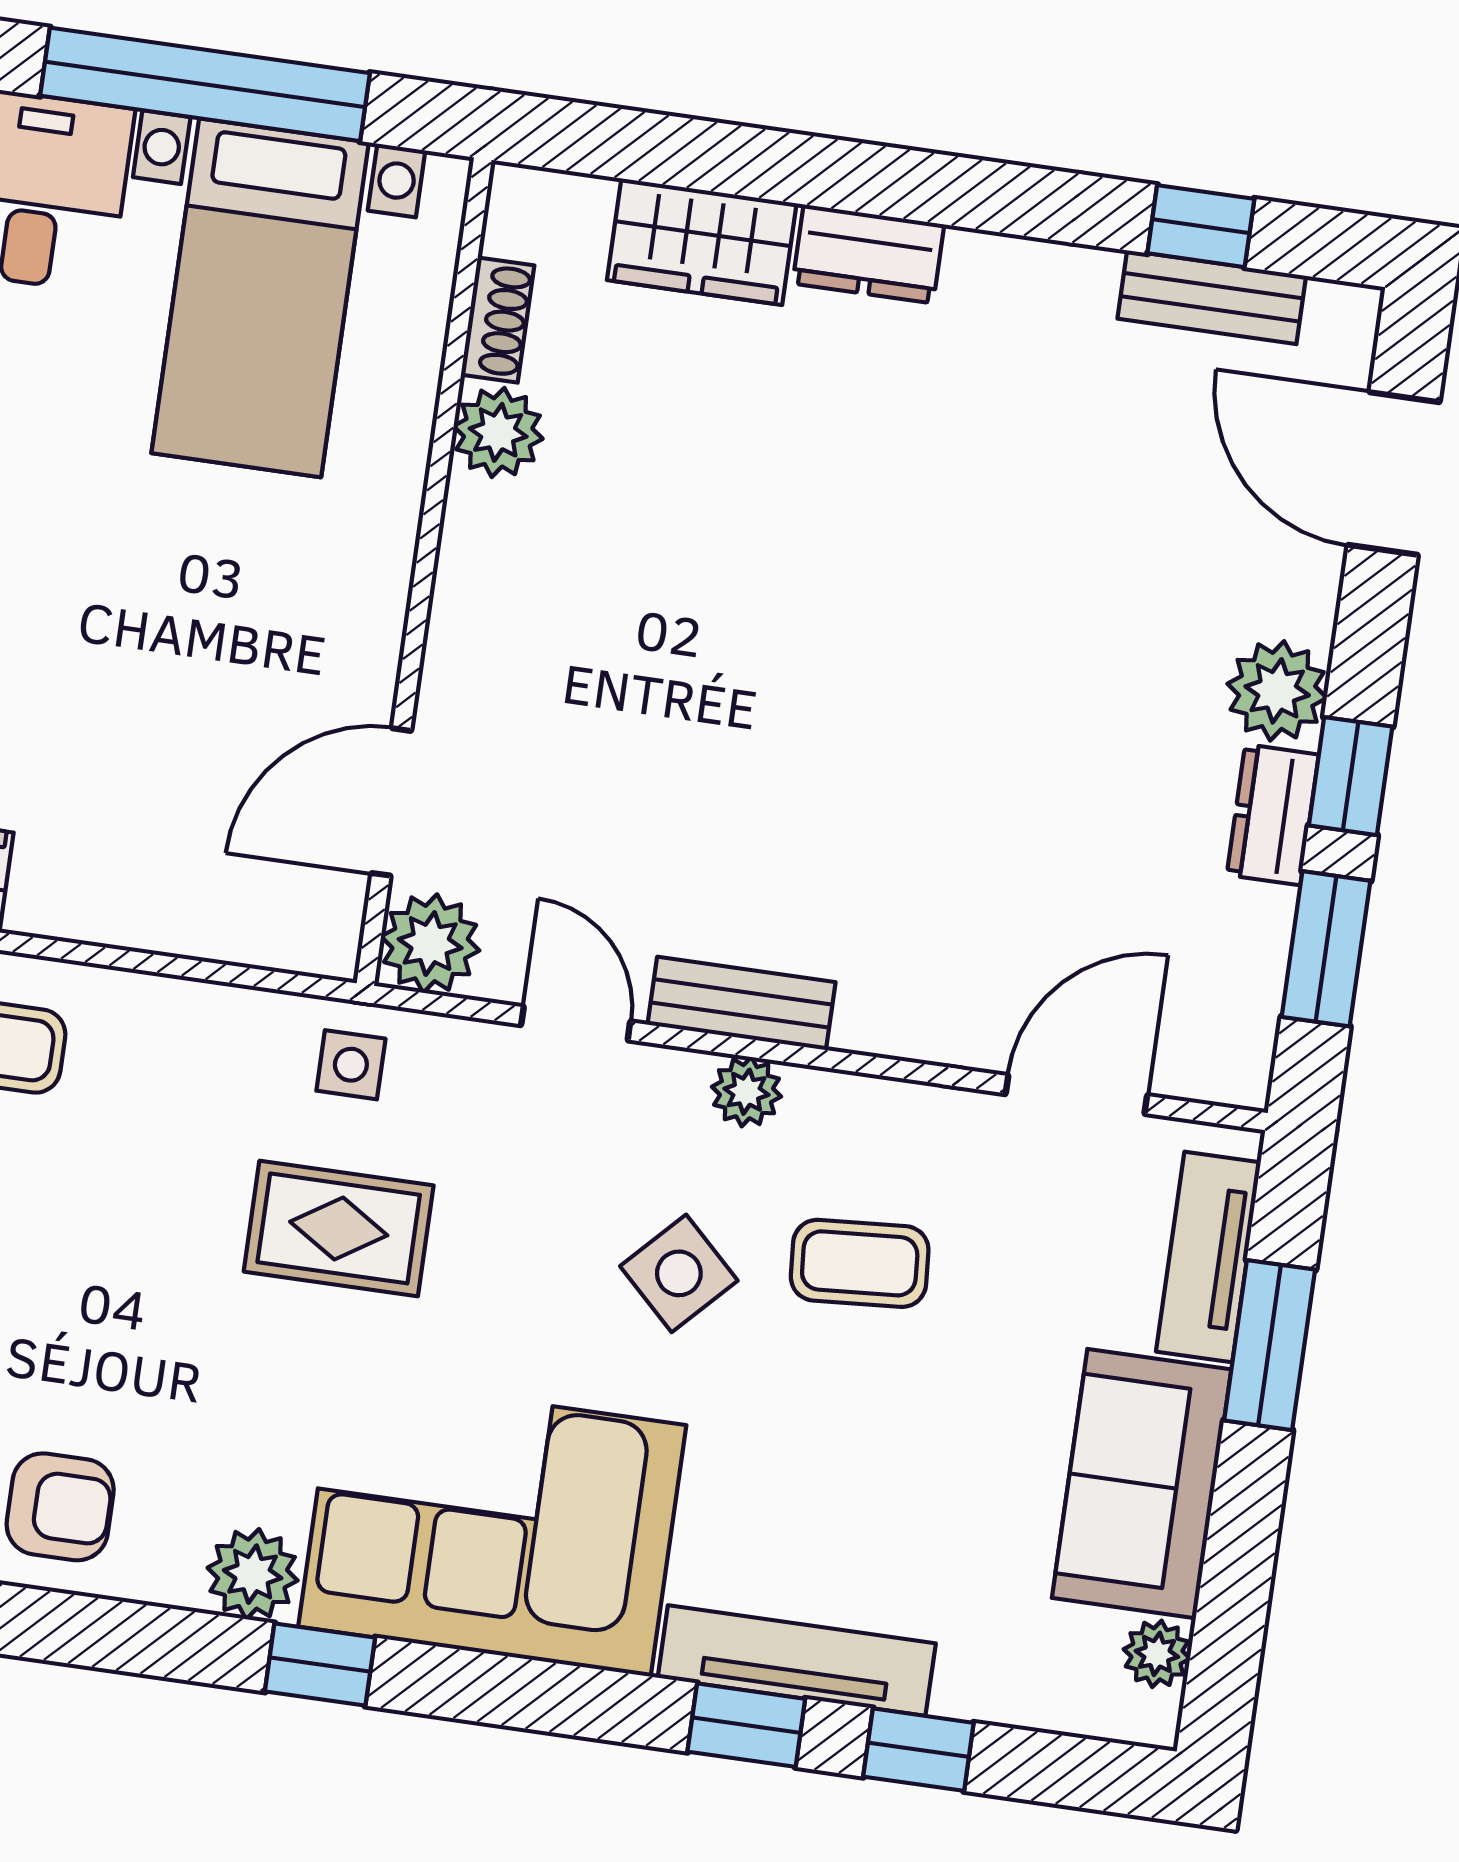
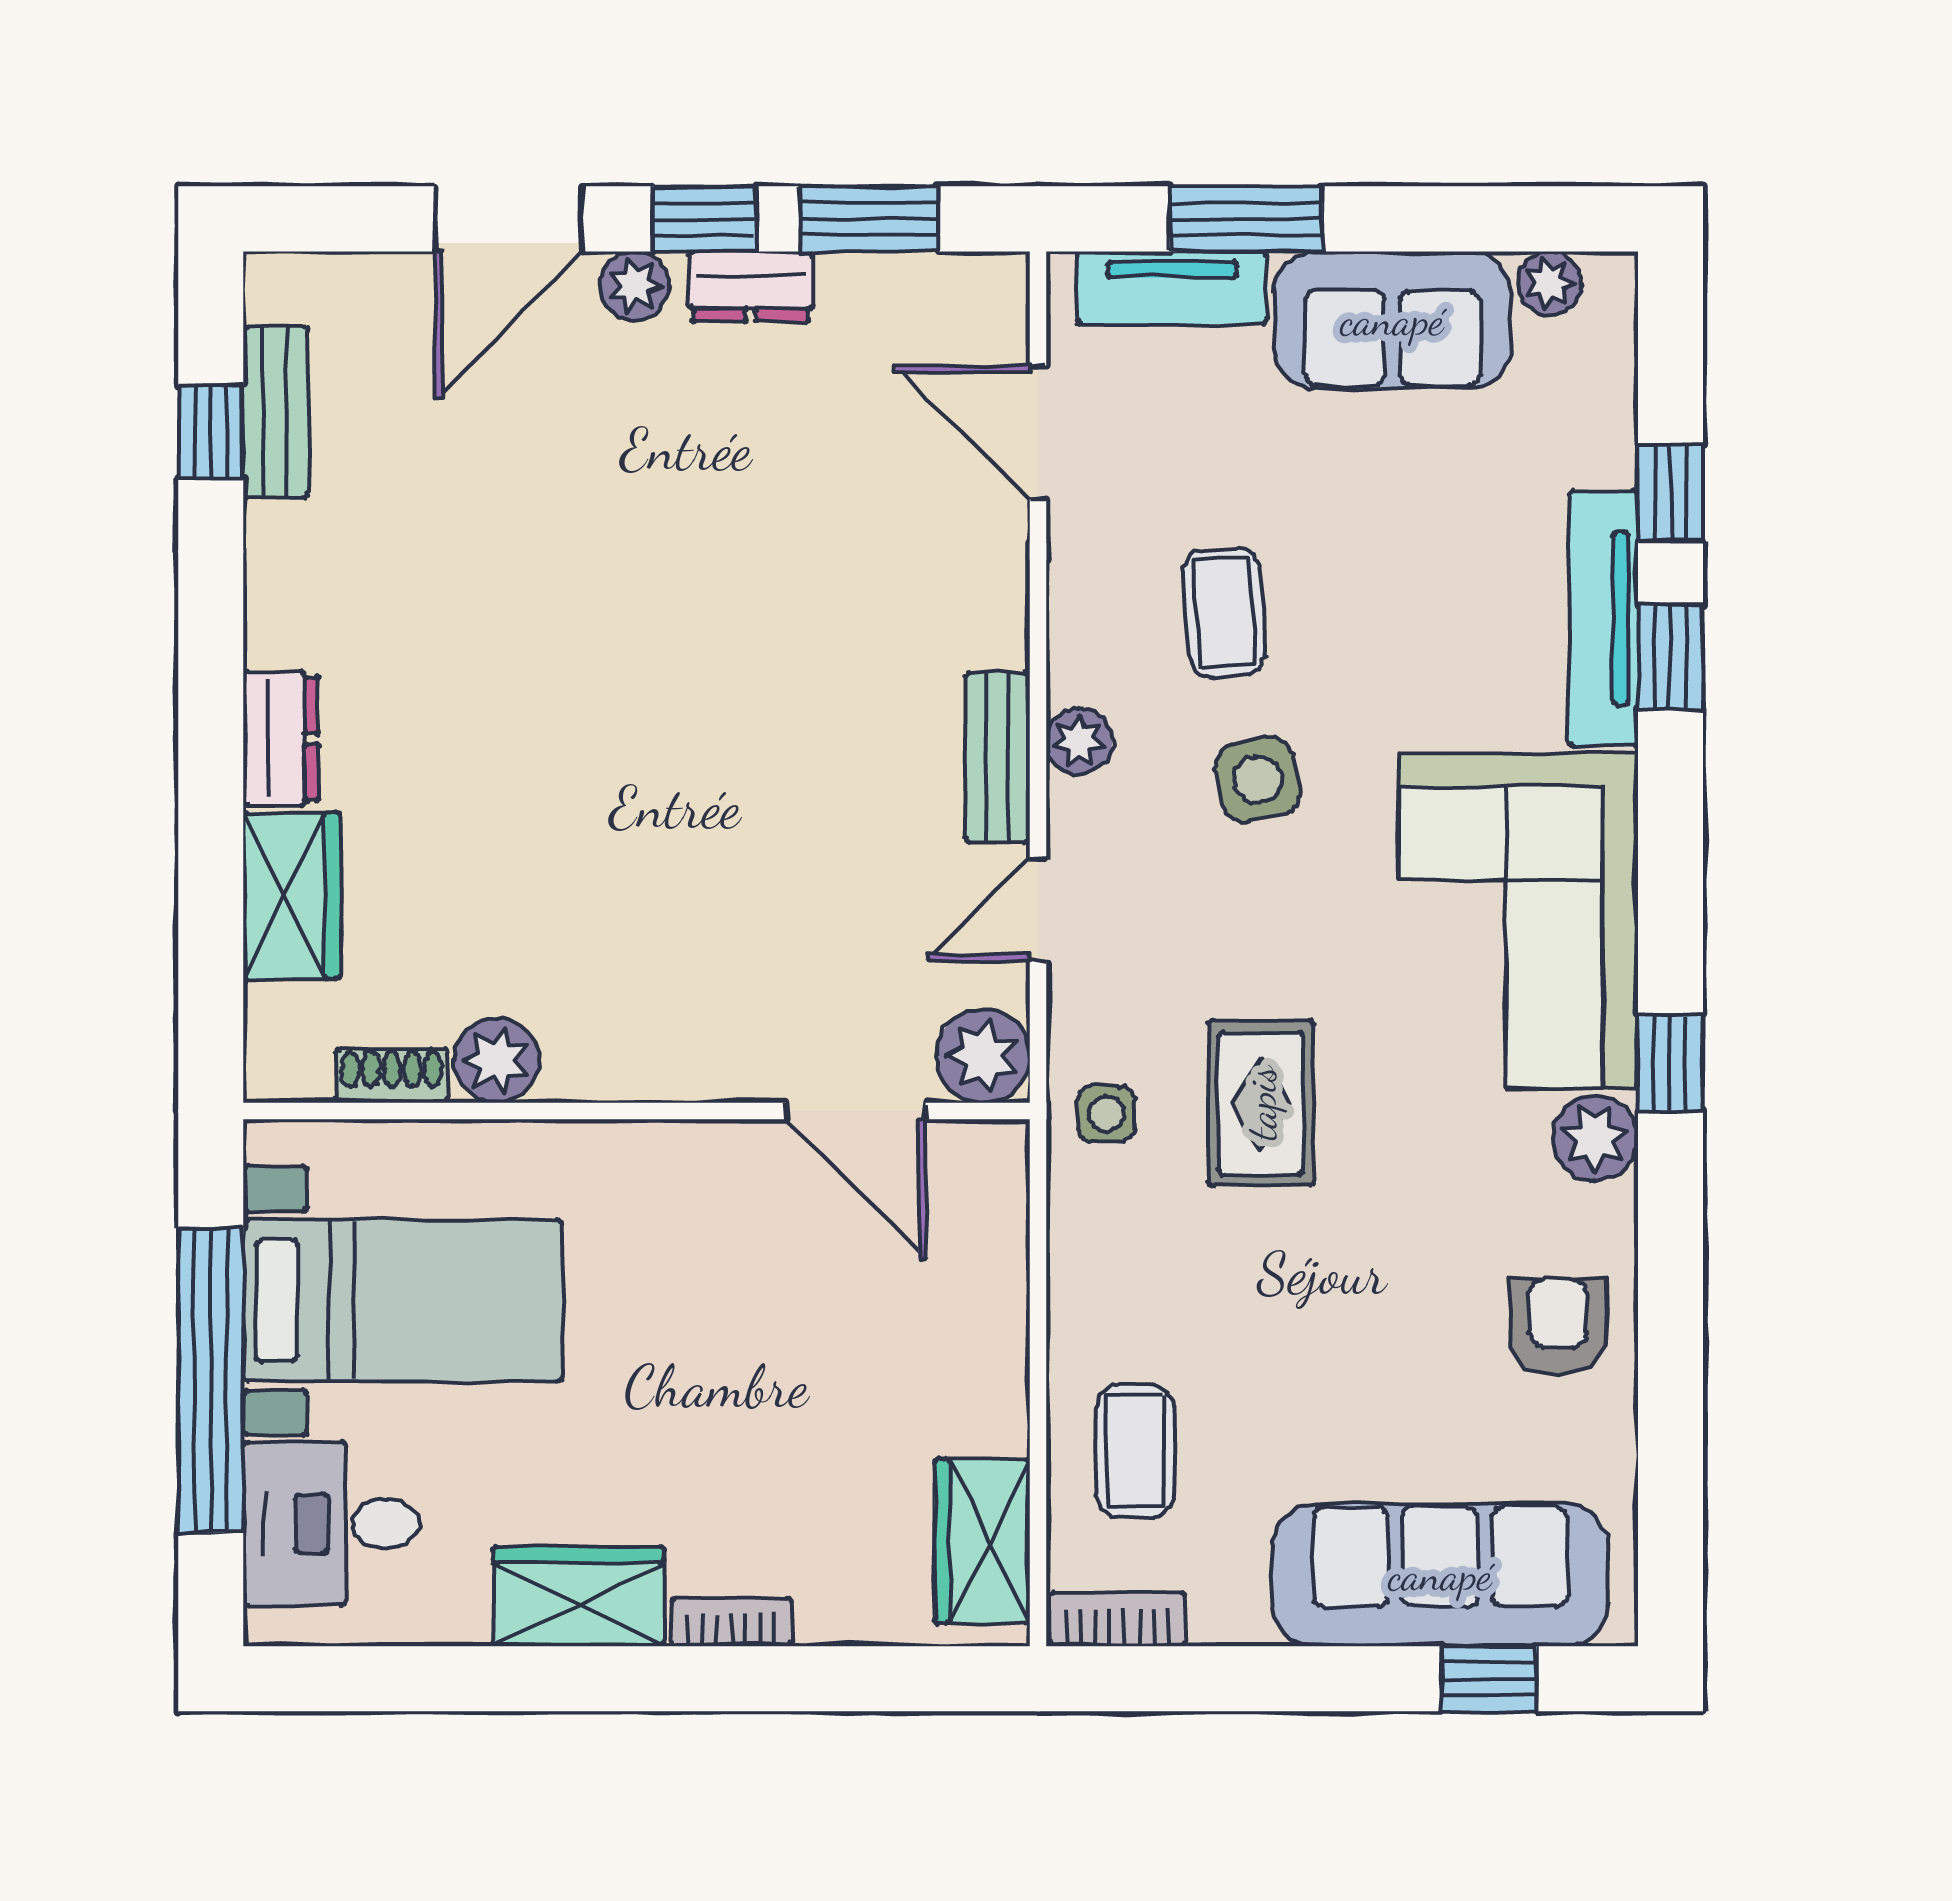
door: (1394, 473) -> (509, 219), moved
plant: (1277, 691) -> (634, 286), width x0.73, depth x0.73
side table: (679, 1273) -> (1258, 780), turned 34

